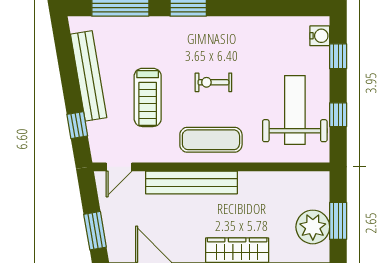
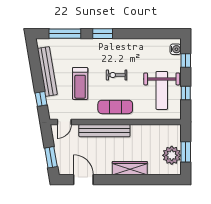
weight bench: (295, 110) -> (162, 90), turned 180

